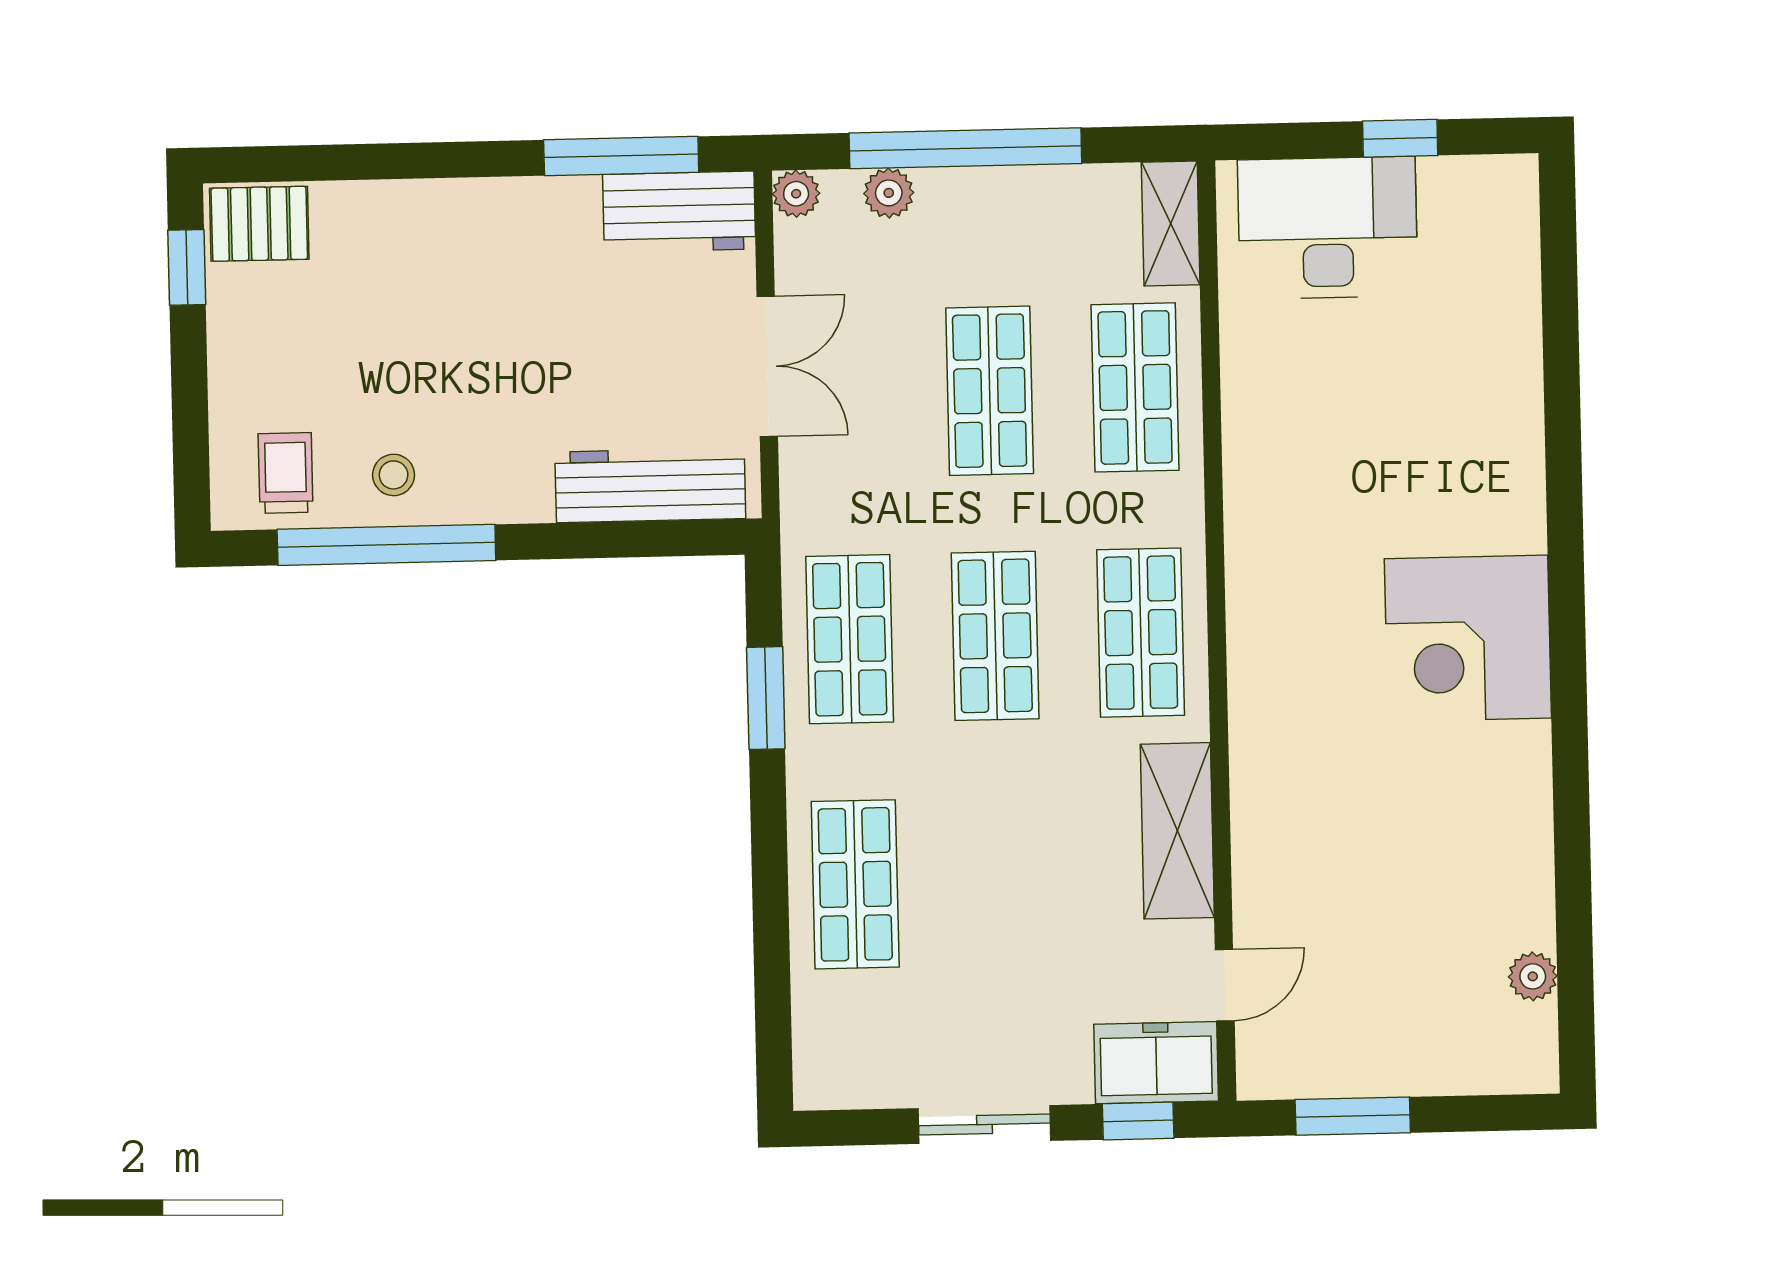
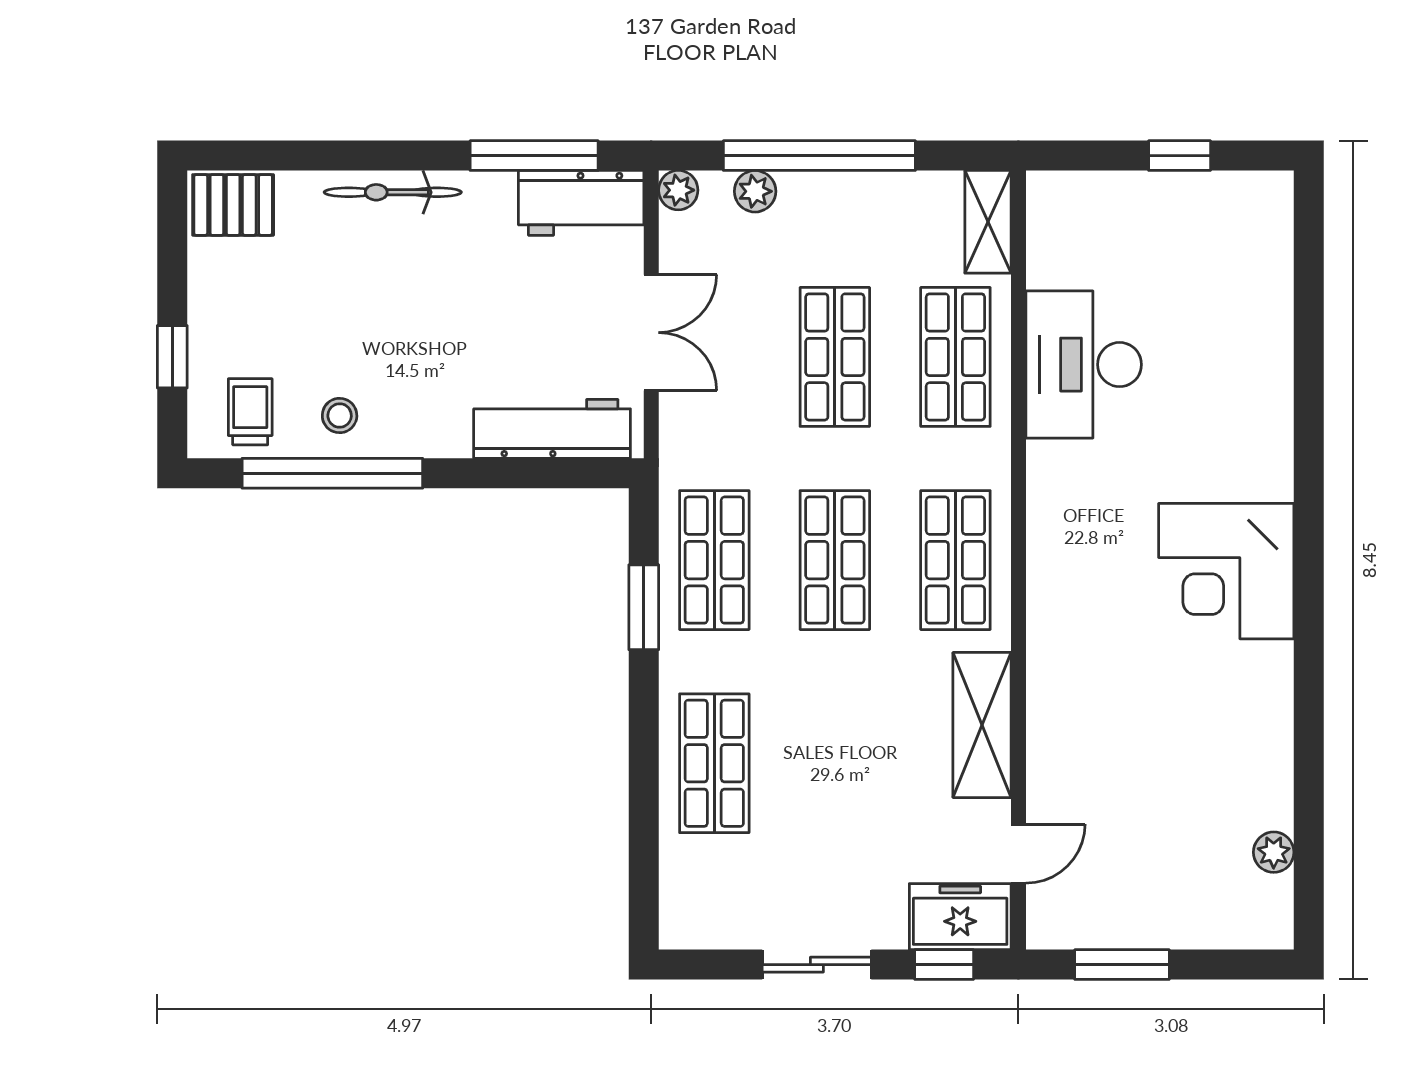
bicycle: (452, 204) -> (393, 192), added
desk: (1328, 228) -> (1084, 365), moved, turned -90
window: (187, 267) -> (172, 357), moved

